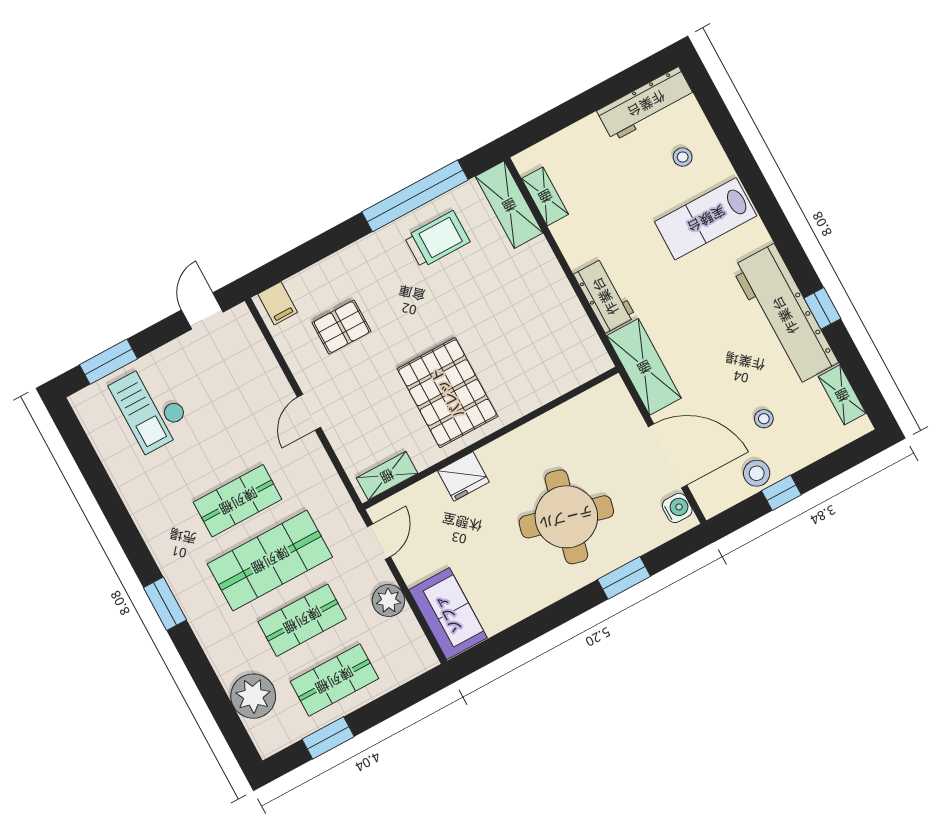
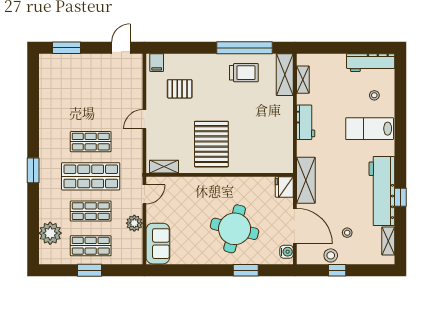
workbench: (605, 296) -> (306, 122), moved
checkout: (151, 407) -> (74, 79), removed
fridge: (463, 476) -> (284, 187), moved, turned 90
window: (328, 738) -> (90, 270), moved

